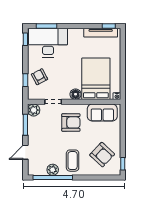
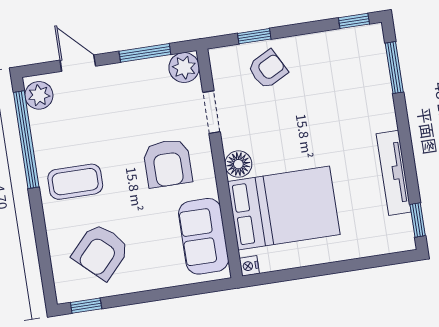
tv unit: (101, 33) -> (394, 173), moved
desk: (48, 43) -> (354, 77), removed
plant: (53, 170) -> (39, 95), moved

